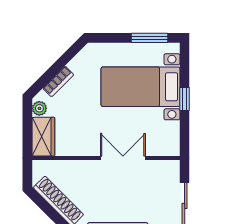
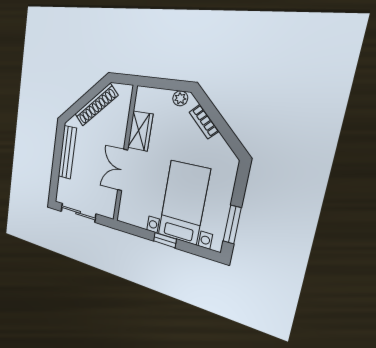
wardrobe: (43, 137) -> (140, 131), moved, turned -90
double door: (123, 158) -> (123, 170), swing flipped

